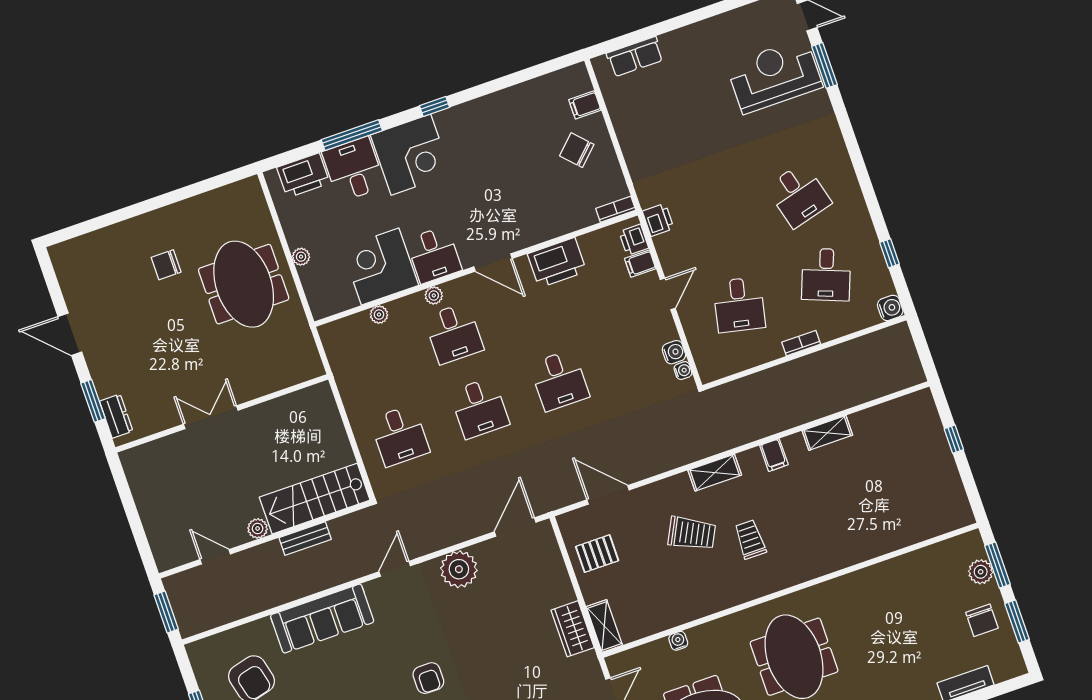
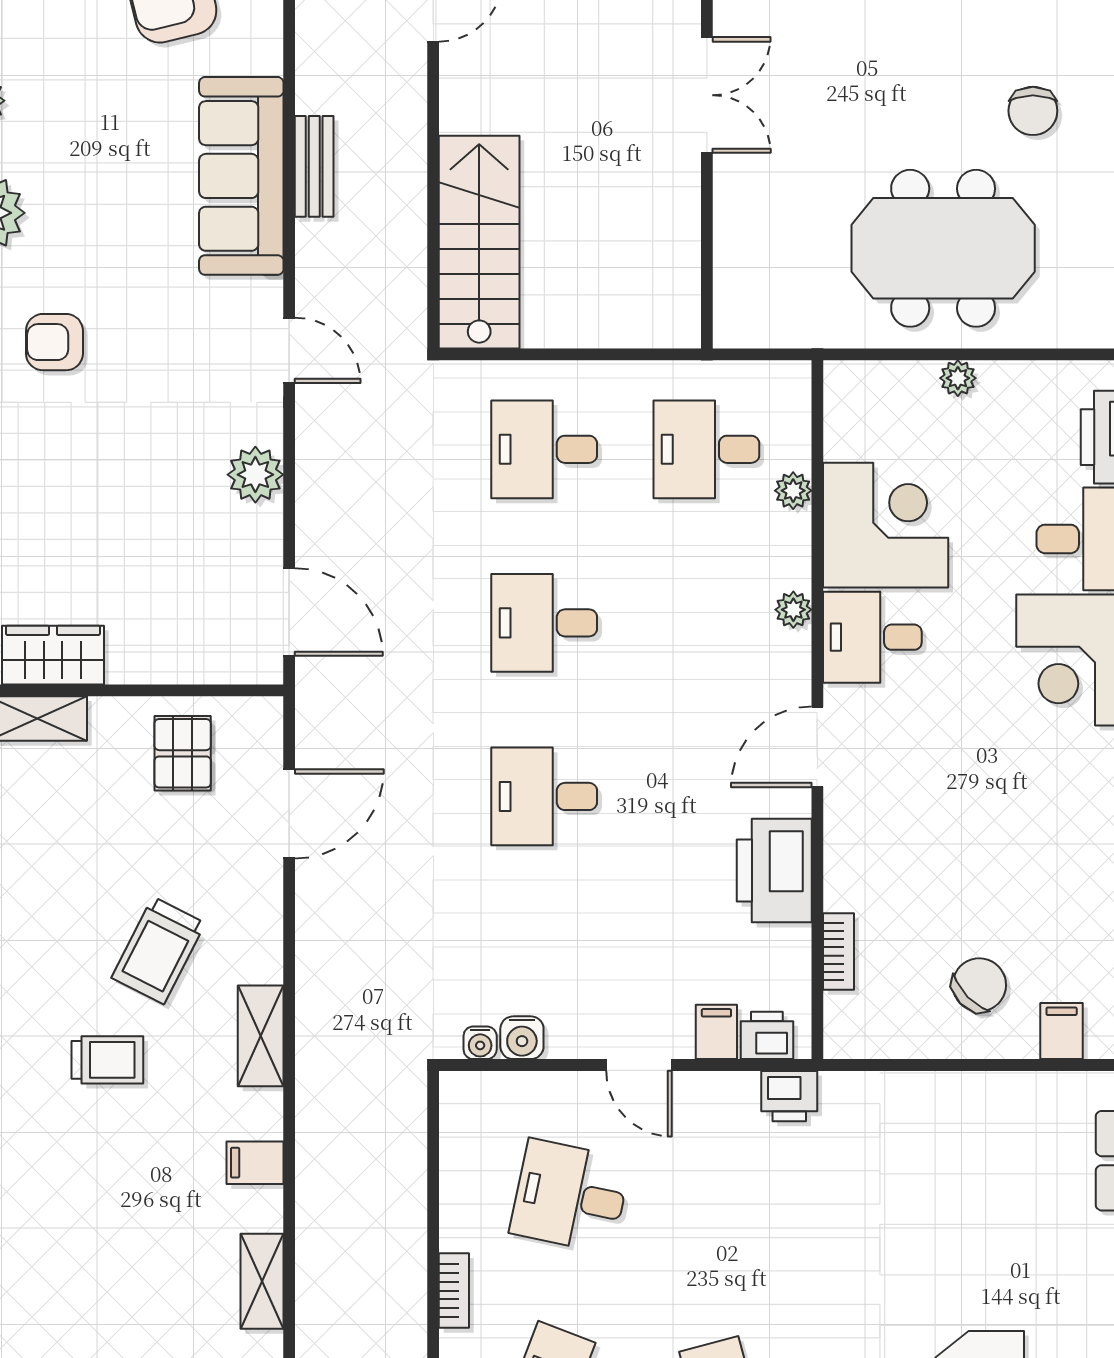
bookcase: (616, 209) -> (838, 951), moved
chair: (166, 265) -> (1033, 111), turned 180
desk: (454, 333) -> (706, 449), moved
plant: (258, 528) -> (459, 111), removed
bench: (305, 538) -> (314, 166), moved
plant: (459, 569) -> (255, 475), width x0.73, depth x0.73

